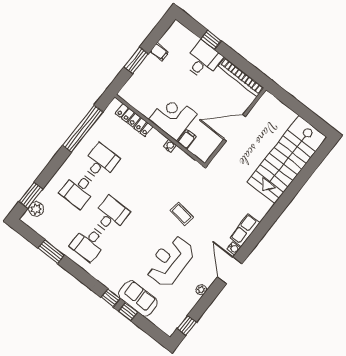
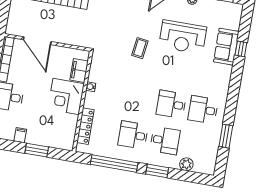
door: (235, 128) -> (37, 41), moved
filing cabinet: (187, 139) -> (79, 70), width x2.00
window: (31, 195) -> (157, 171), moved
plant: (36, 209) -> (186, 164), moved
desk: (89, 243) -> (203, 110), turned 180
window: (111, 298) -> (237, 69), removed

